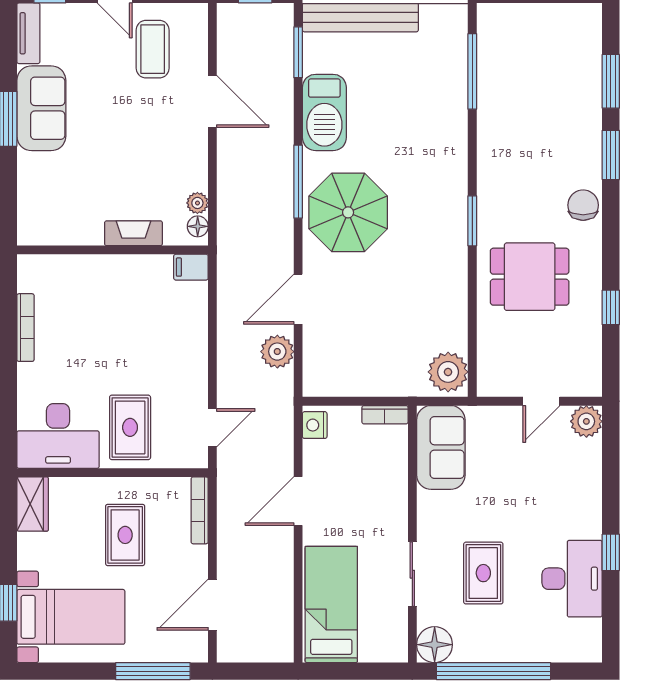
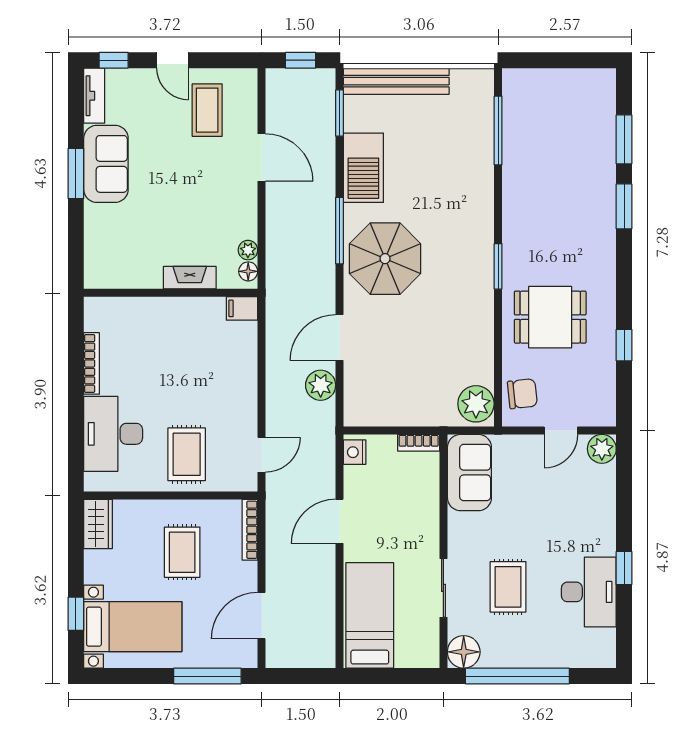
chair: (583, 205) -> (522, 394), moved, turned 84
desk: (58, 436) -> (113, 434), moved, turned 90

